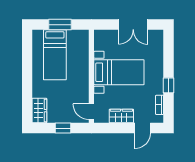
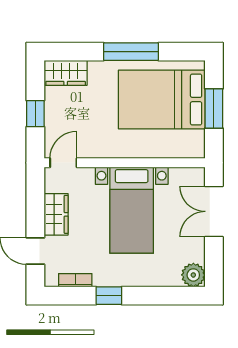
double door: (133, 25) -> (214, 211), moved
plant: (157, 36) -> (193, 275), added
bed: (55, 55) -> (162, 100), width x1.50
window: (27, 73) -> (131, 52), added

